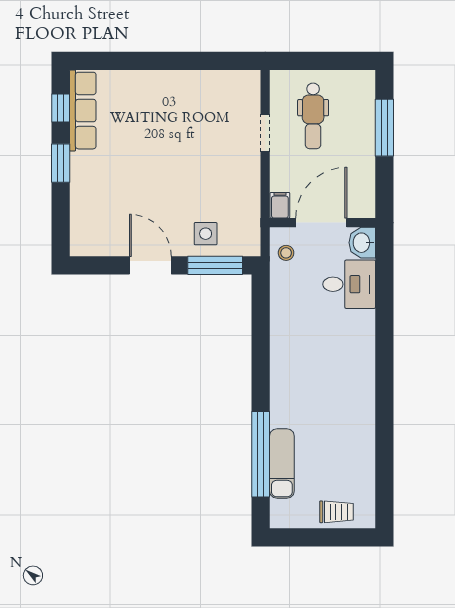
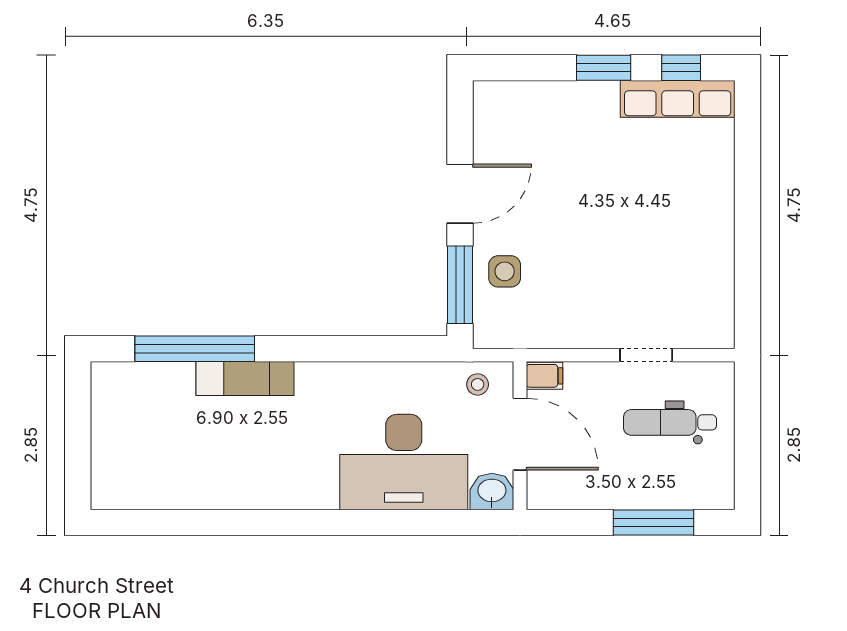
desk: (349, 284) -> (404, 462), width x1.87, depth x1.30
exam couch: (282, 464) -> (245, 379), moved
trolley: (336, 512) -> (114, 455), removed

